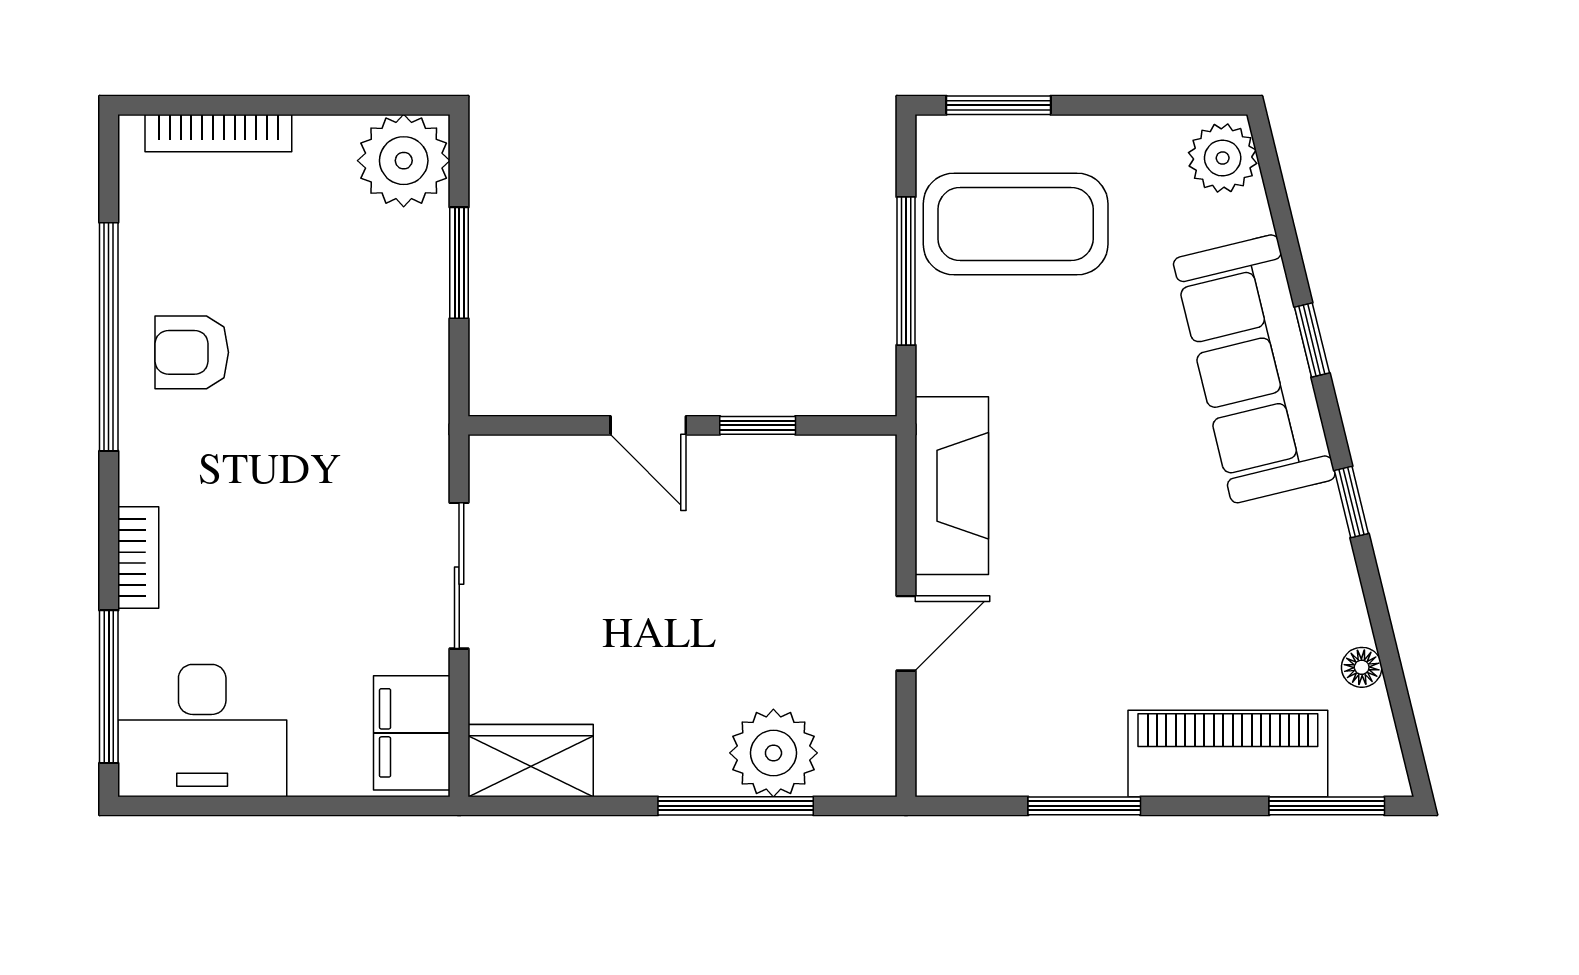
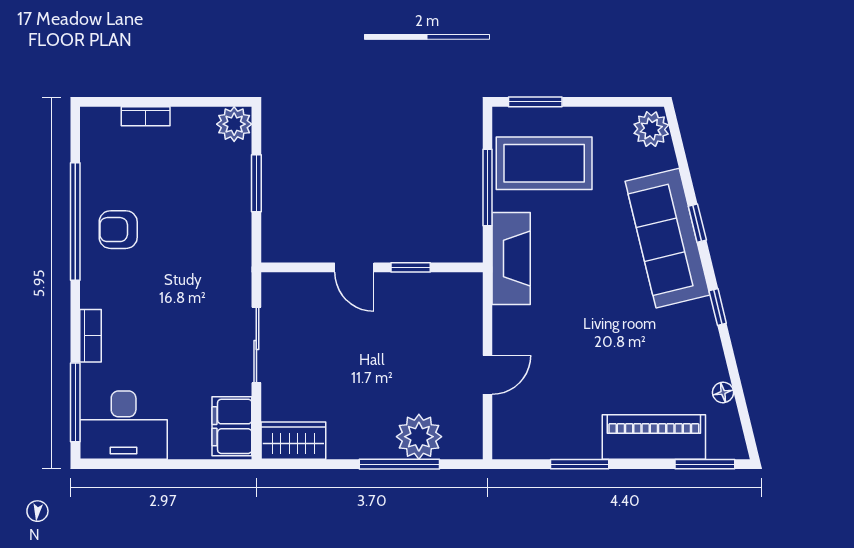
bookcase: (218, 133) -> (146, 116), width x0.64
plant: (404, 161) -> (234, 124), width x0.73, depth x0.73
fireplace: (952, 486) -> (511, 258), moved

